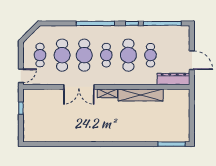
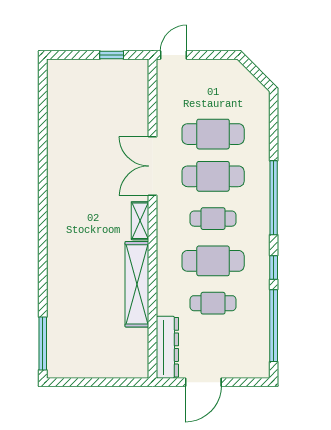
cafe table: (40, 55) -> (213, 92), removed
door: (21, 76) -> (174, 55), swing flipped

